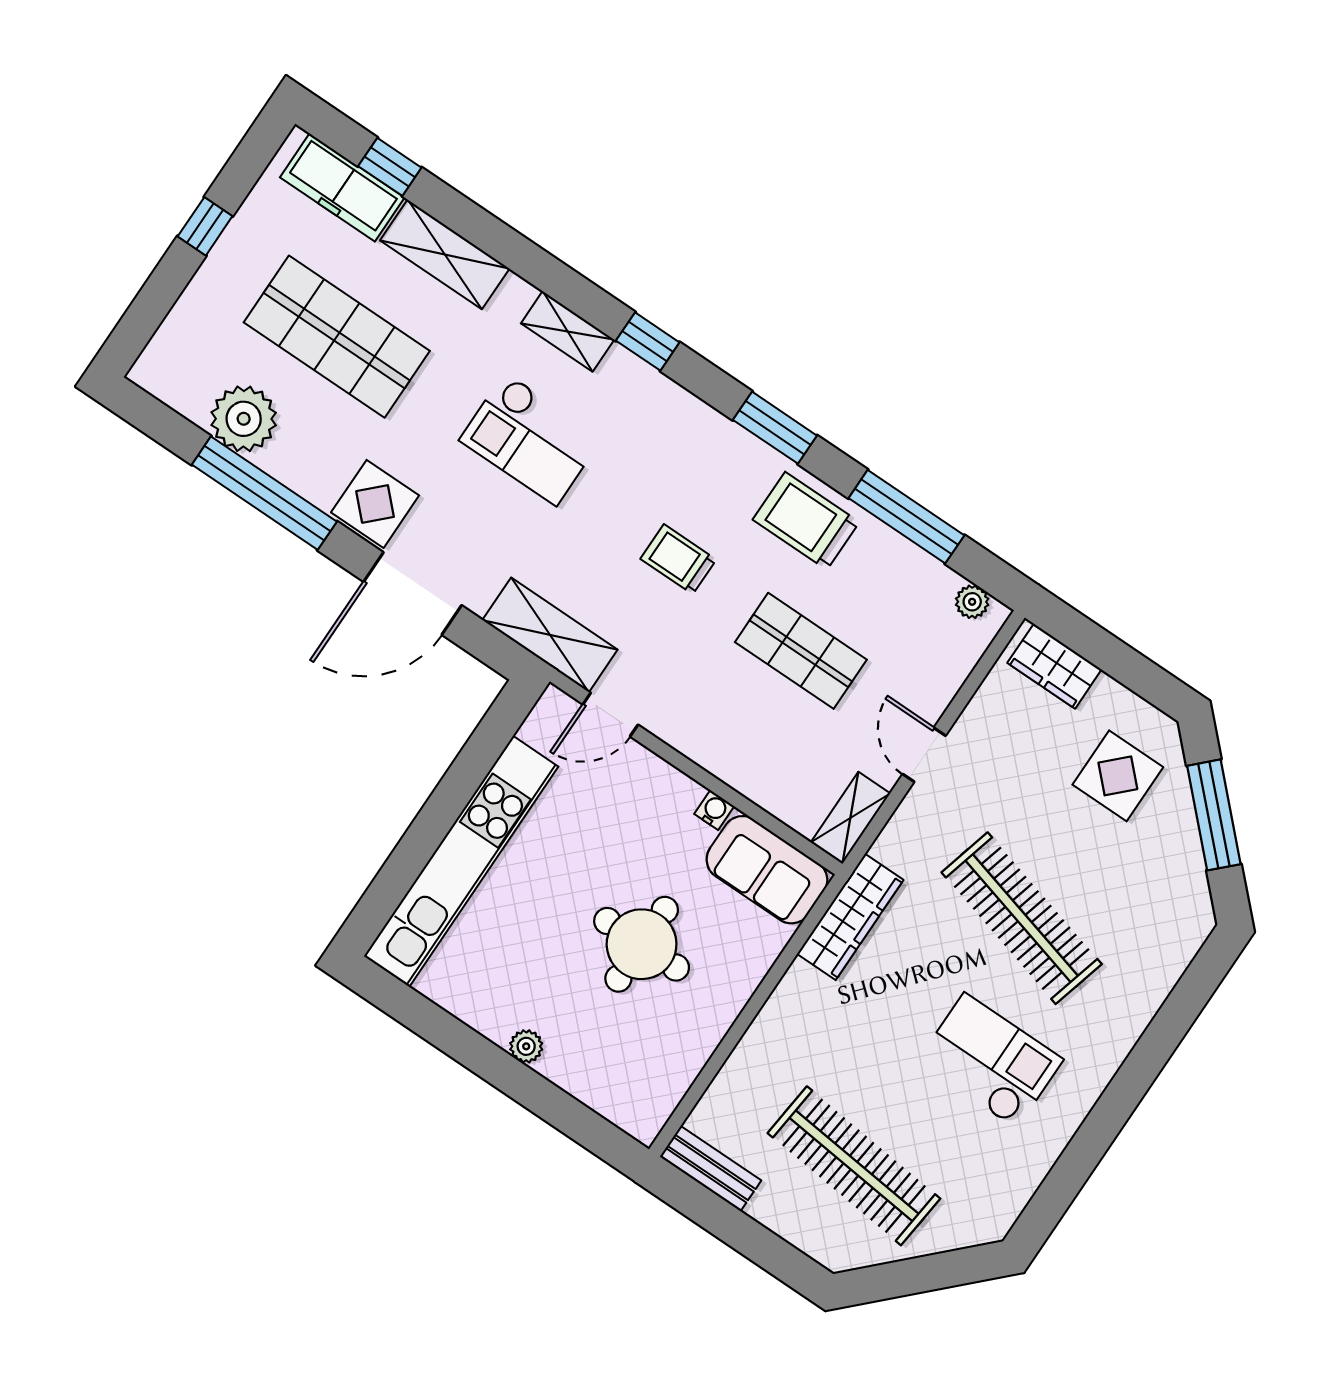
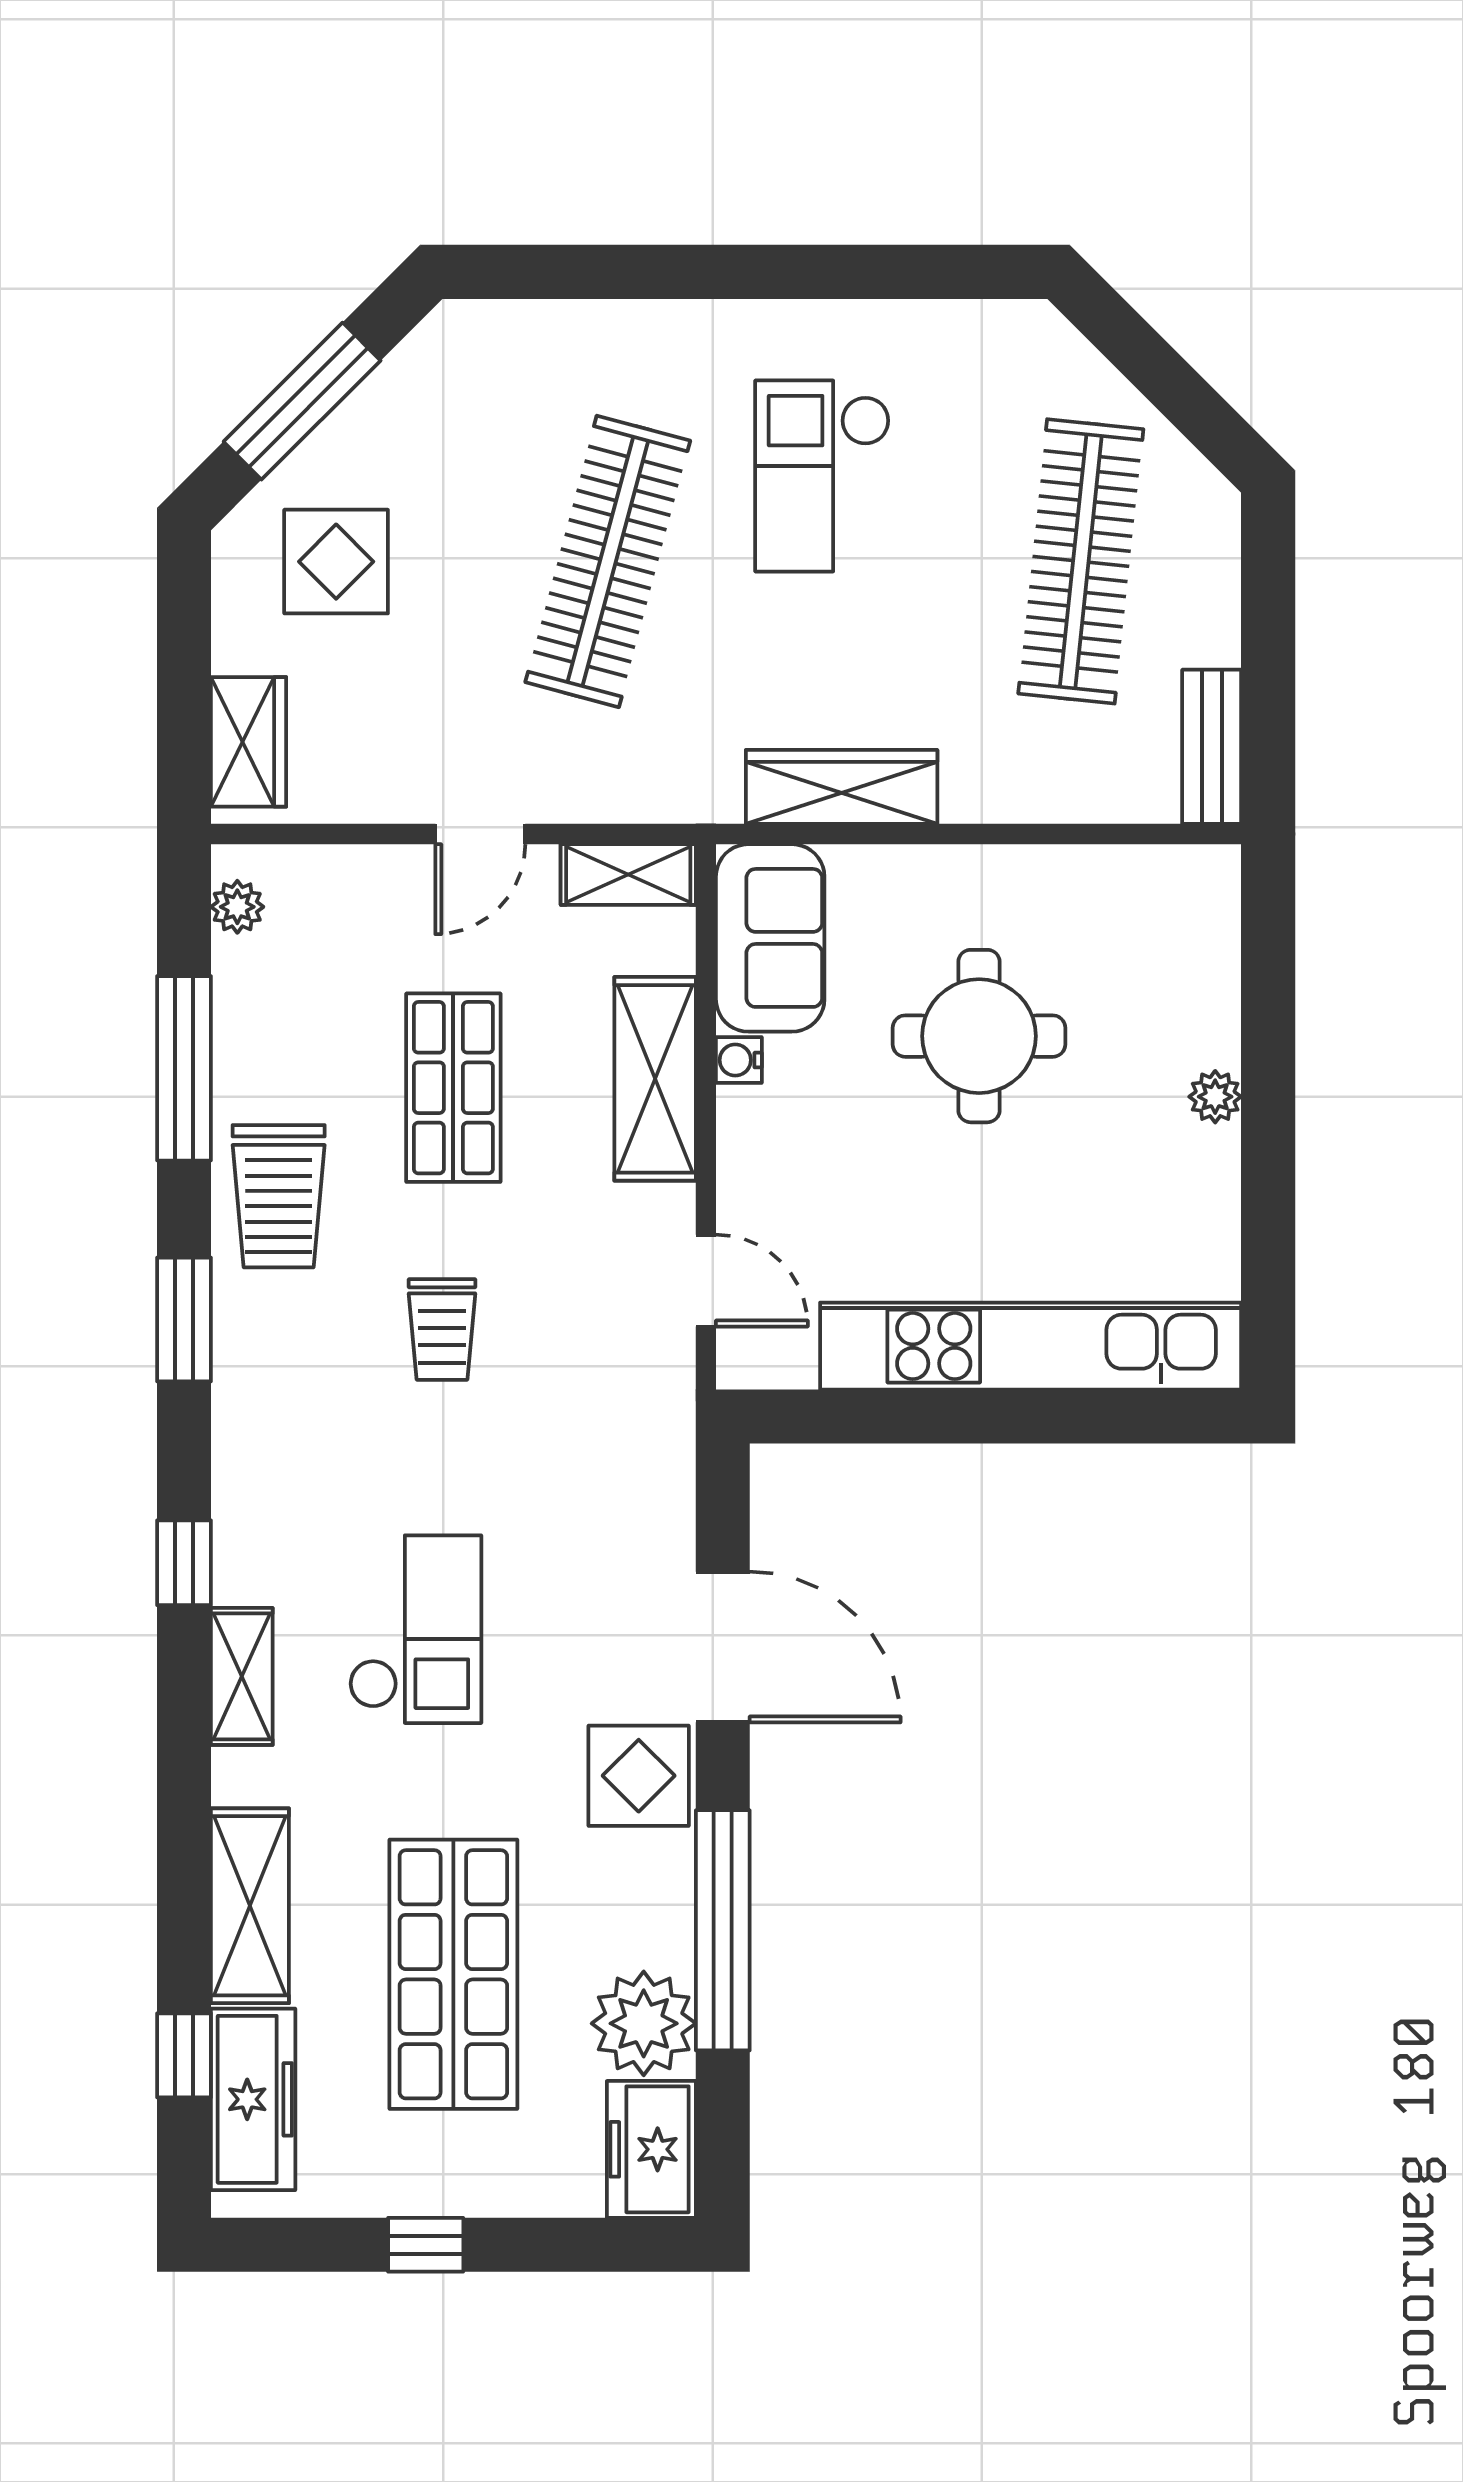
freezer: (175, 378) -> (651, 2149), added
shelving: (550, 635) -> (655, 1079), moved
wardrobe: (850, 917) -> (842, 787), moved

